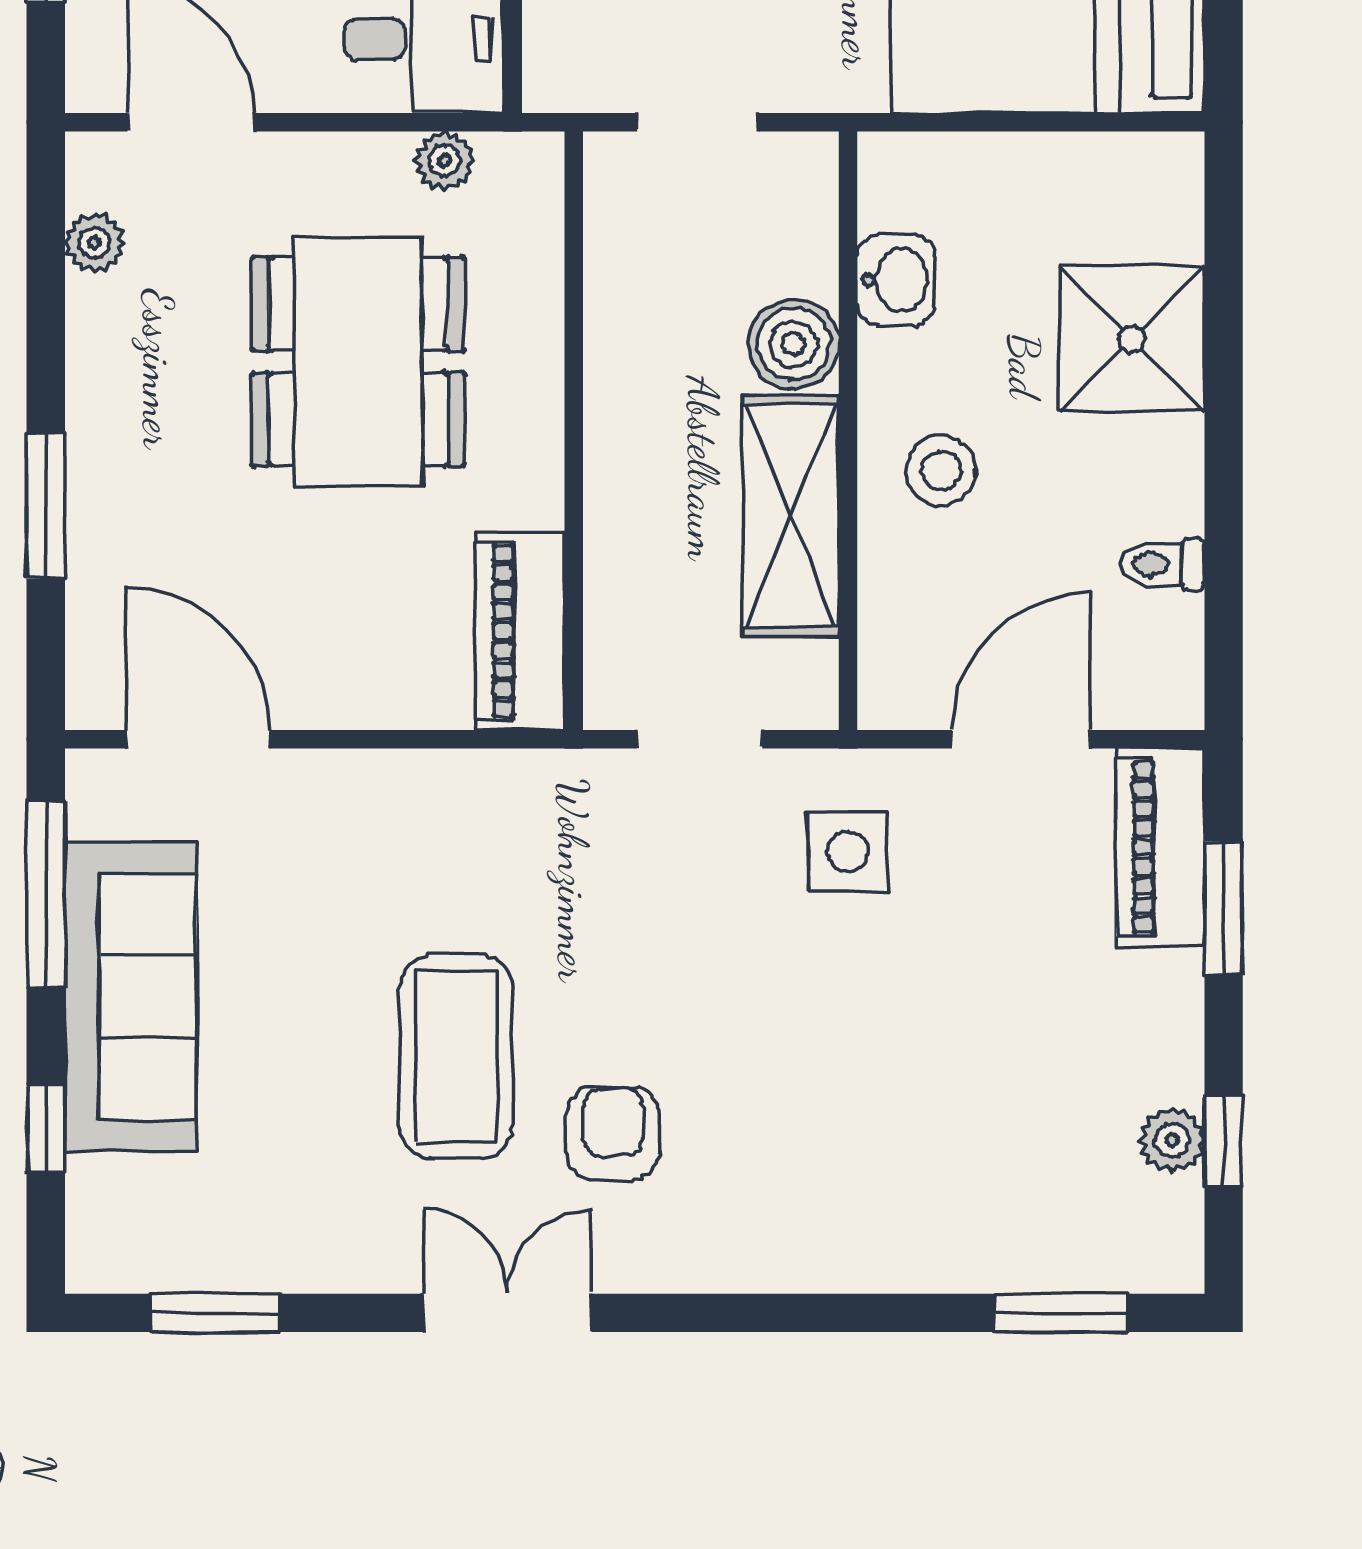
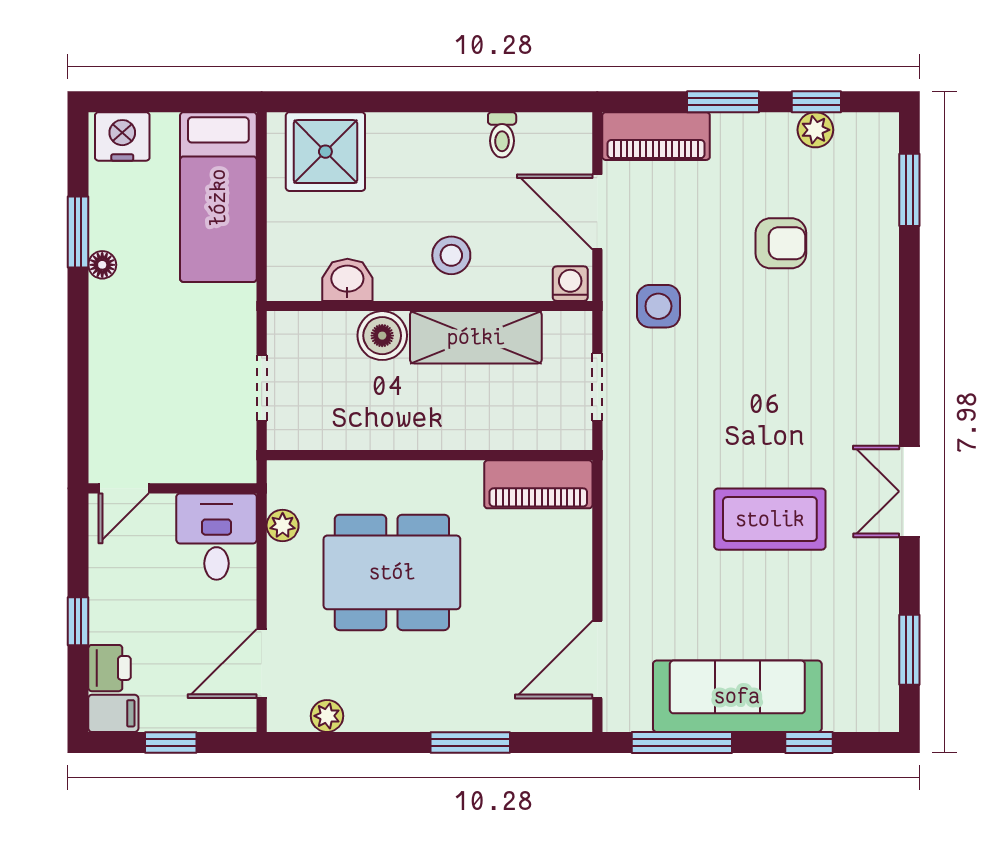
shower: (1132, 339) -> (325, 152), moved
washing machine: (889, 690) -> (570, 284), added
window: (1224, 908) -> (723, 102), moved
armchair: (613, 1133) -> (781, 243), moved, turned 180

